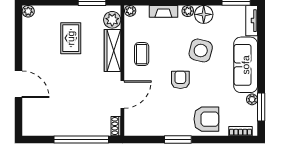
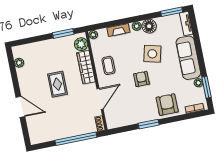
plant: (28, 11) -> (19, 63), moved
rug: (71, 38) -> (57, 84), moved
armchair: (206, 119) -> (167, 105), turned -90

